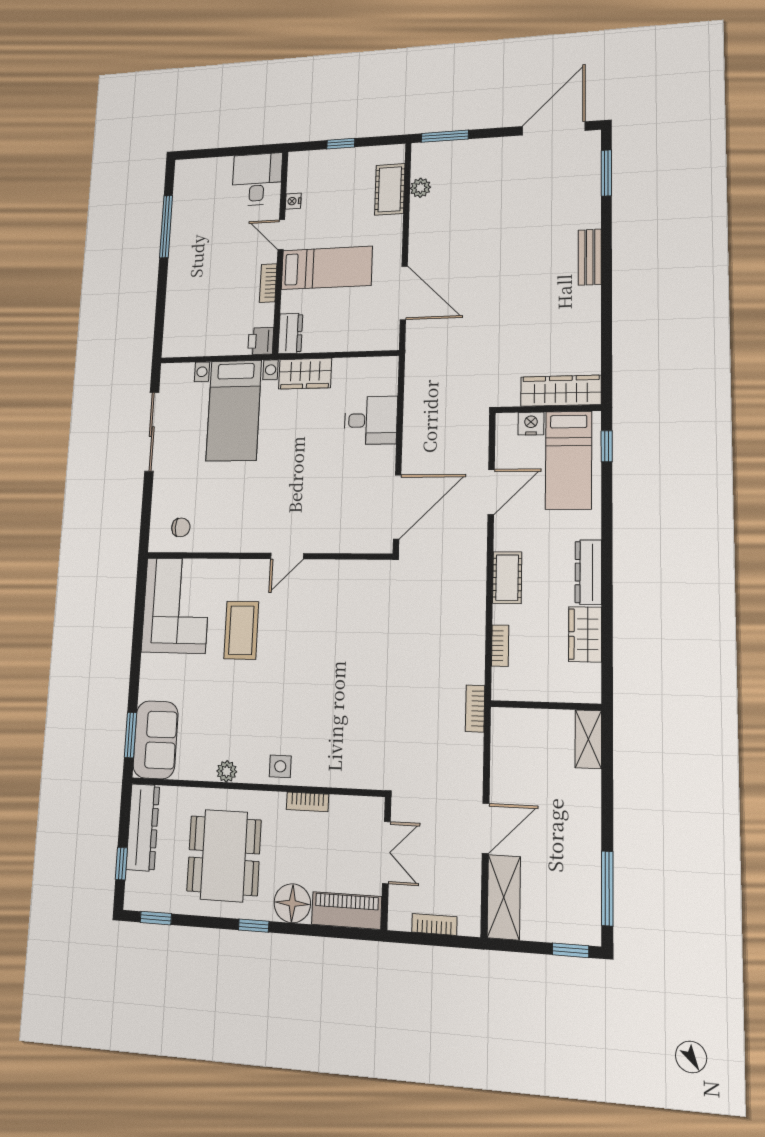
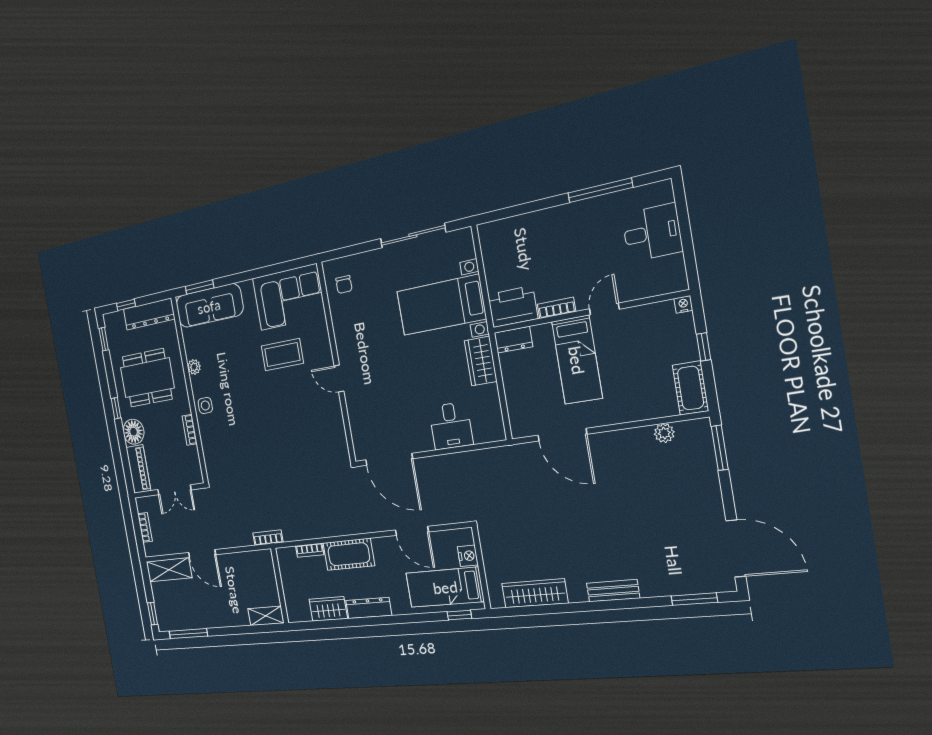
desk: (257, 179) -> (652, 233), moved
cot: (390, 189) -> (691, 388), moved, turned 90
nightstand: (293, 201) -> (683, 304), moved
door: (404, 293) -> (562, 435), hinge flipped
printer: (261, 341) -> (513, 307), width x1.87, depth x1.48
wardrobe: (561, 391) -> (535, 593), moved, turned -90
cot: (507, 578) -> (349, 554), width x1.37, depth x1.34
sofa: (156, 740) -> (209, 306), width x1.36

